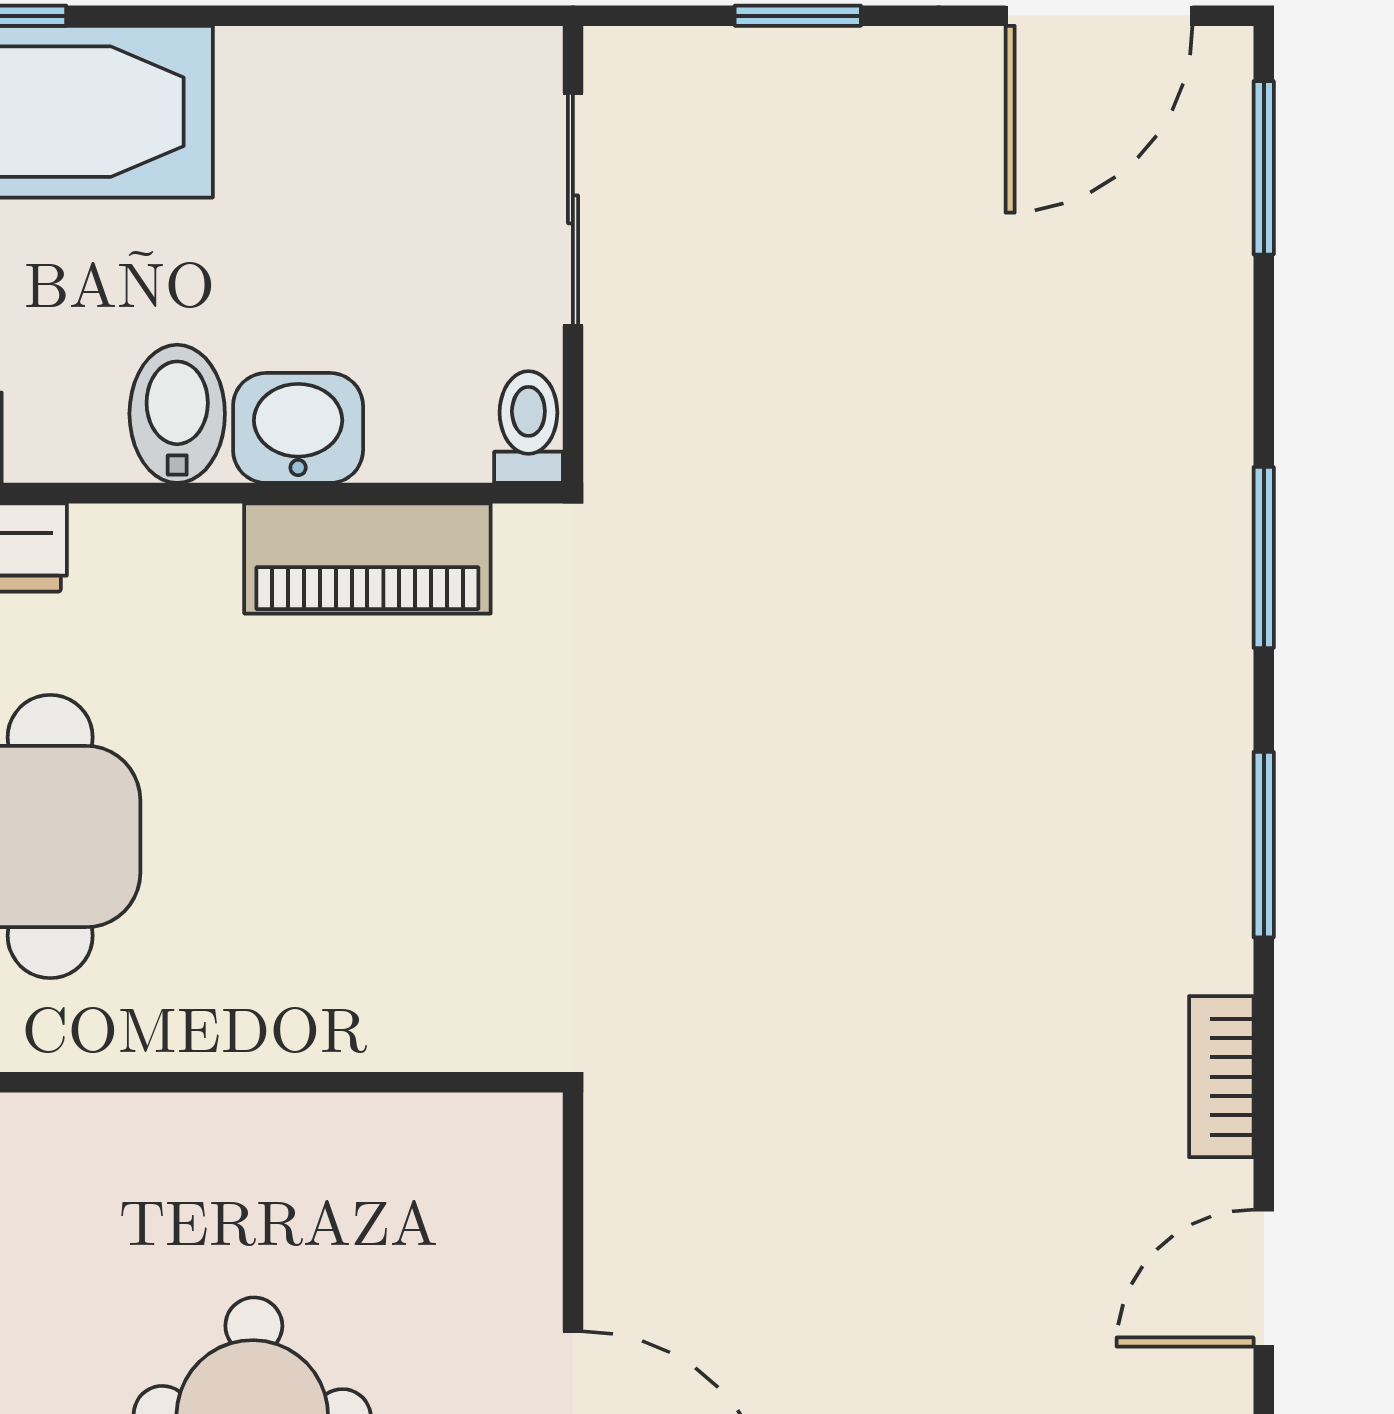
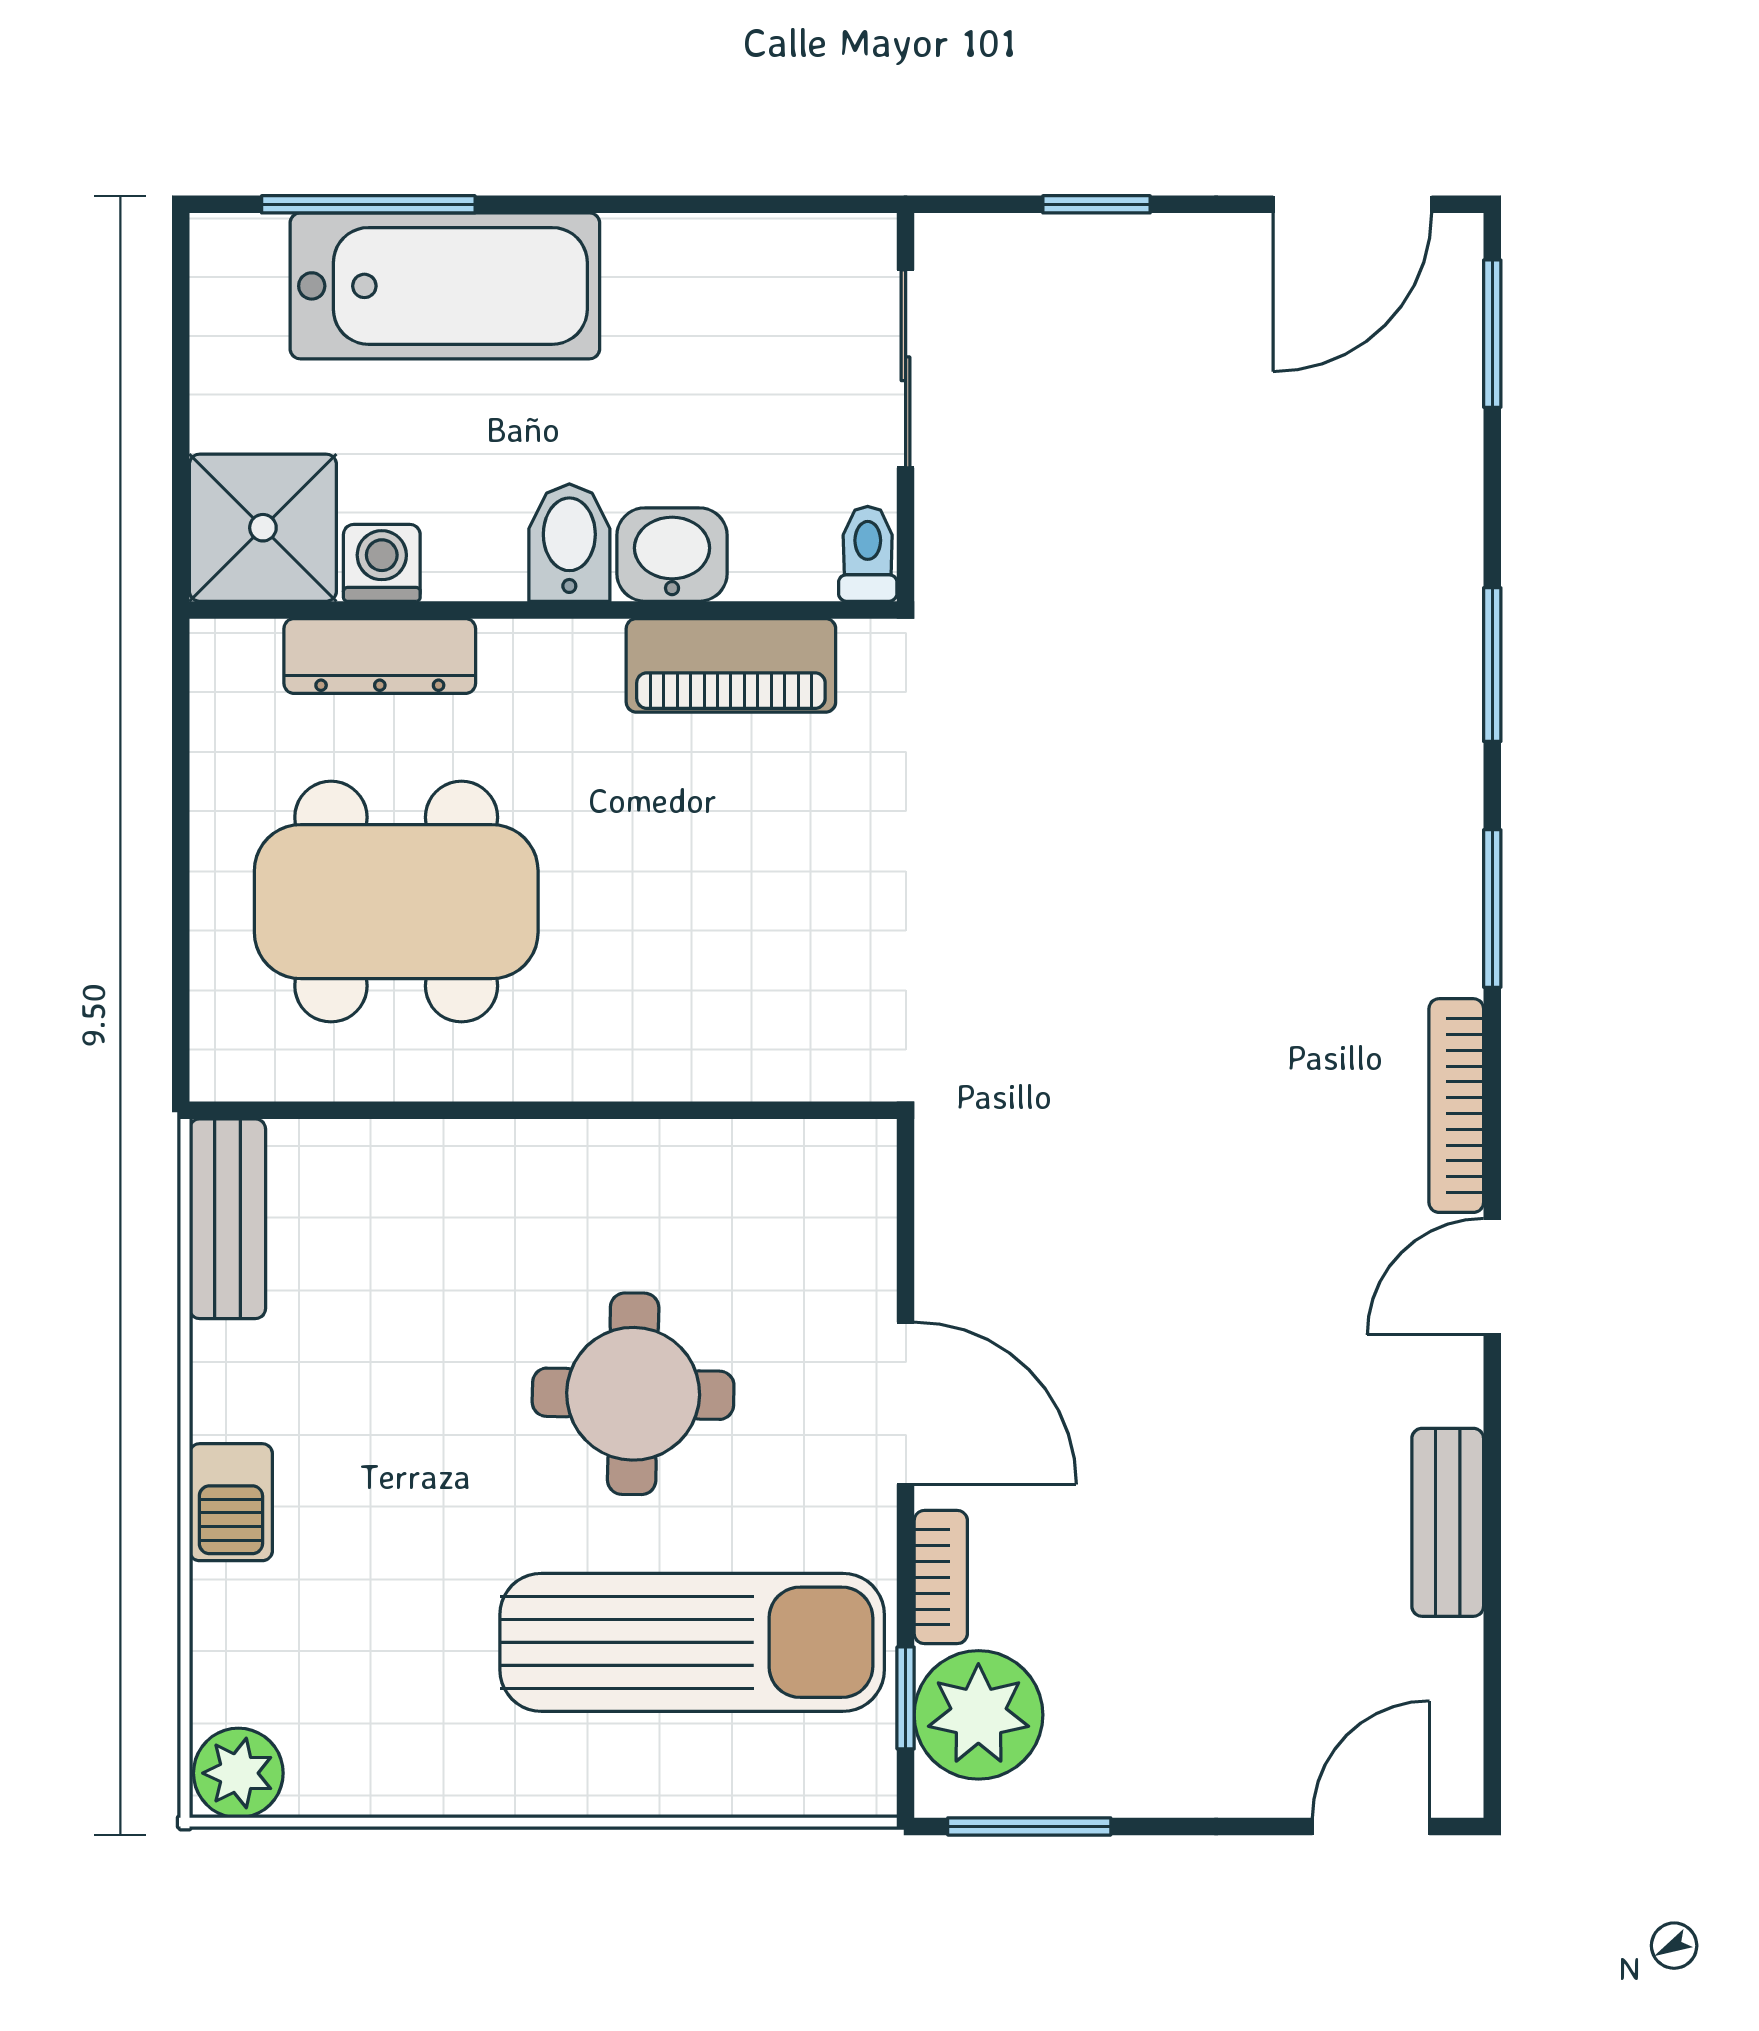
bookcase: (1221, 1077) -> (1456, 1106), width x1.56

